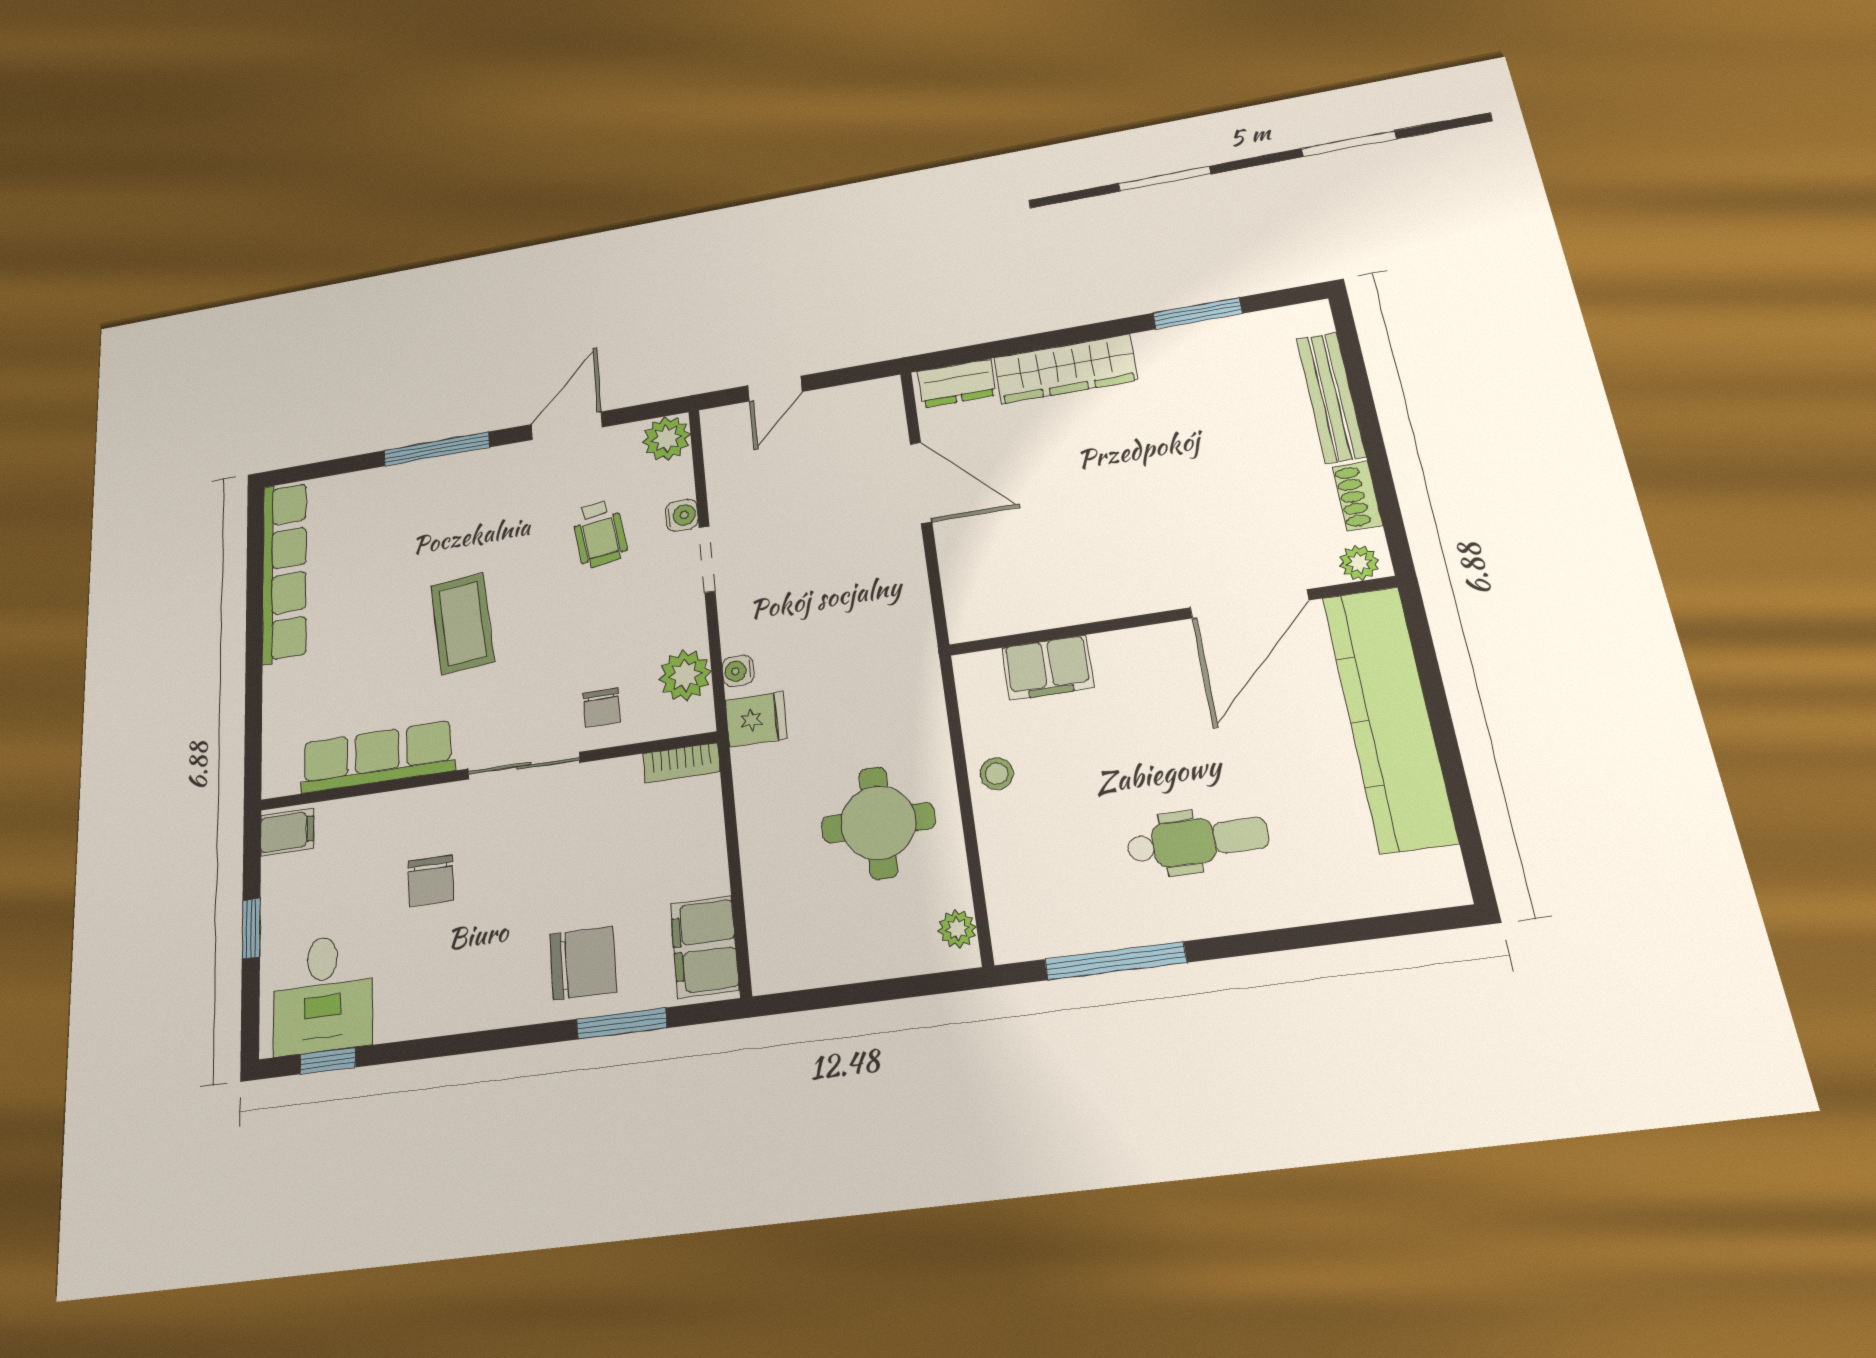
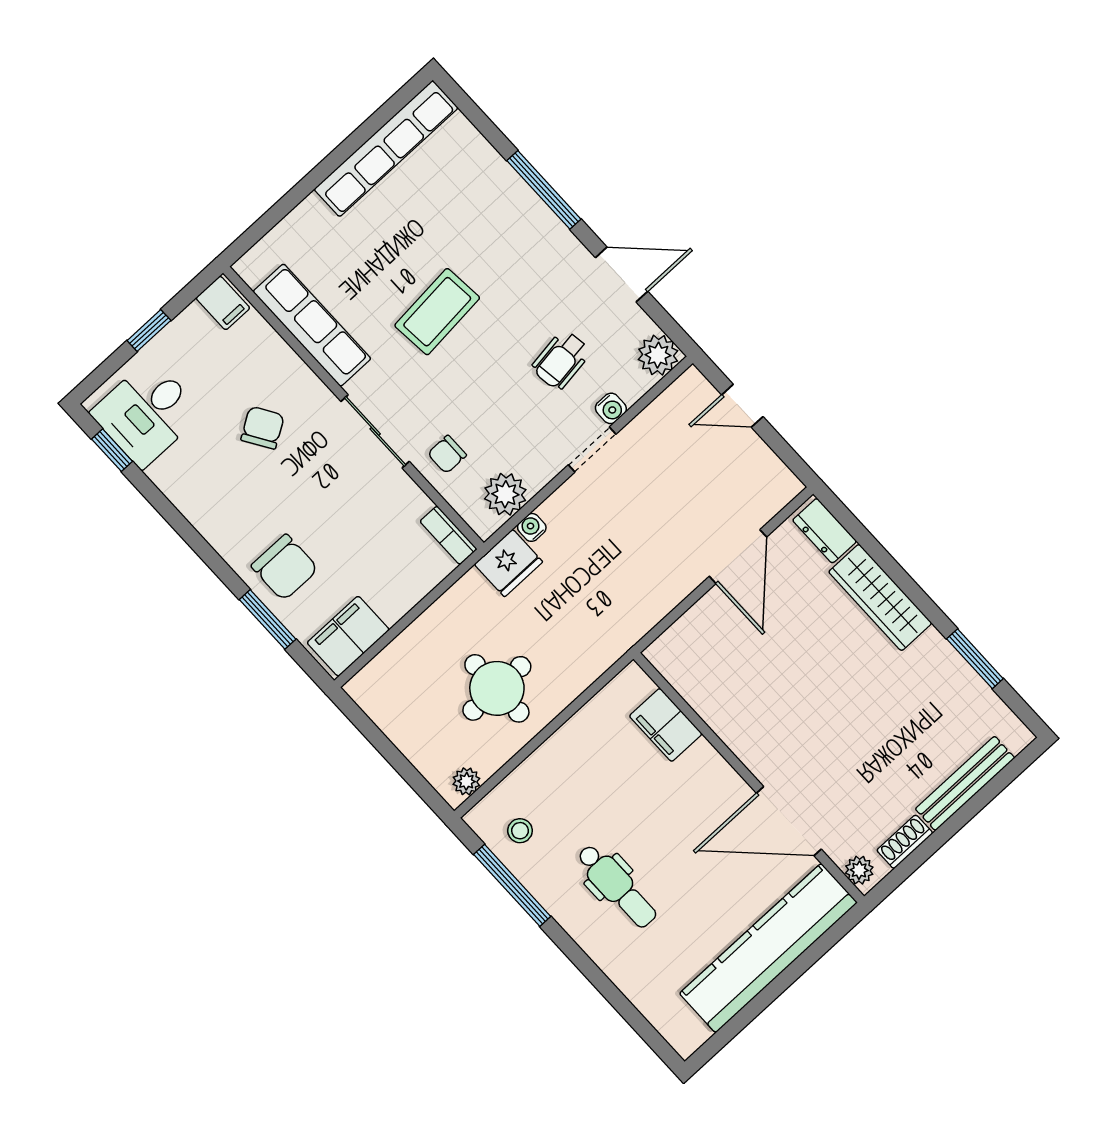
fridge: (756, 719) -> (509, 563), width x1.38
stool: (997, 774) -> (520, 831), moved
chair: (431, 881) -> (263, 428), turned 148

